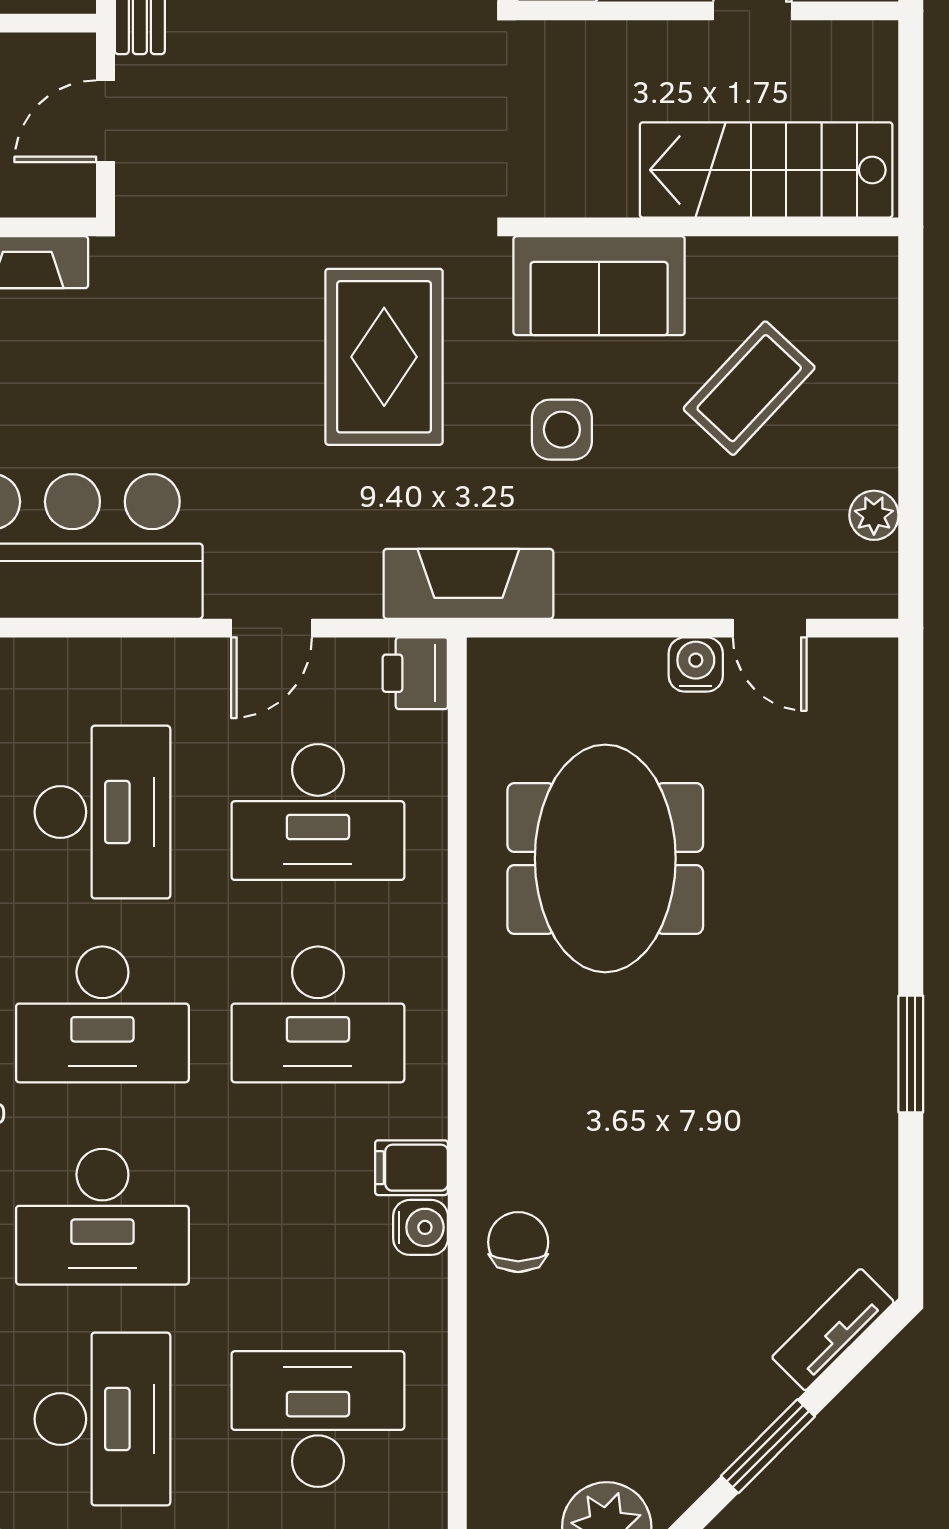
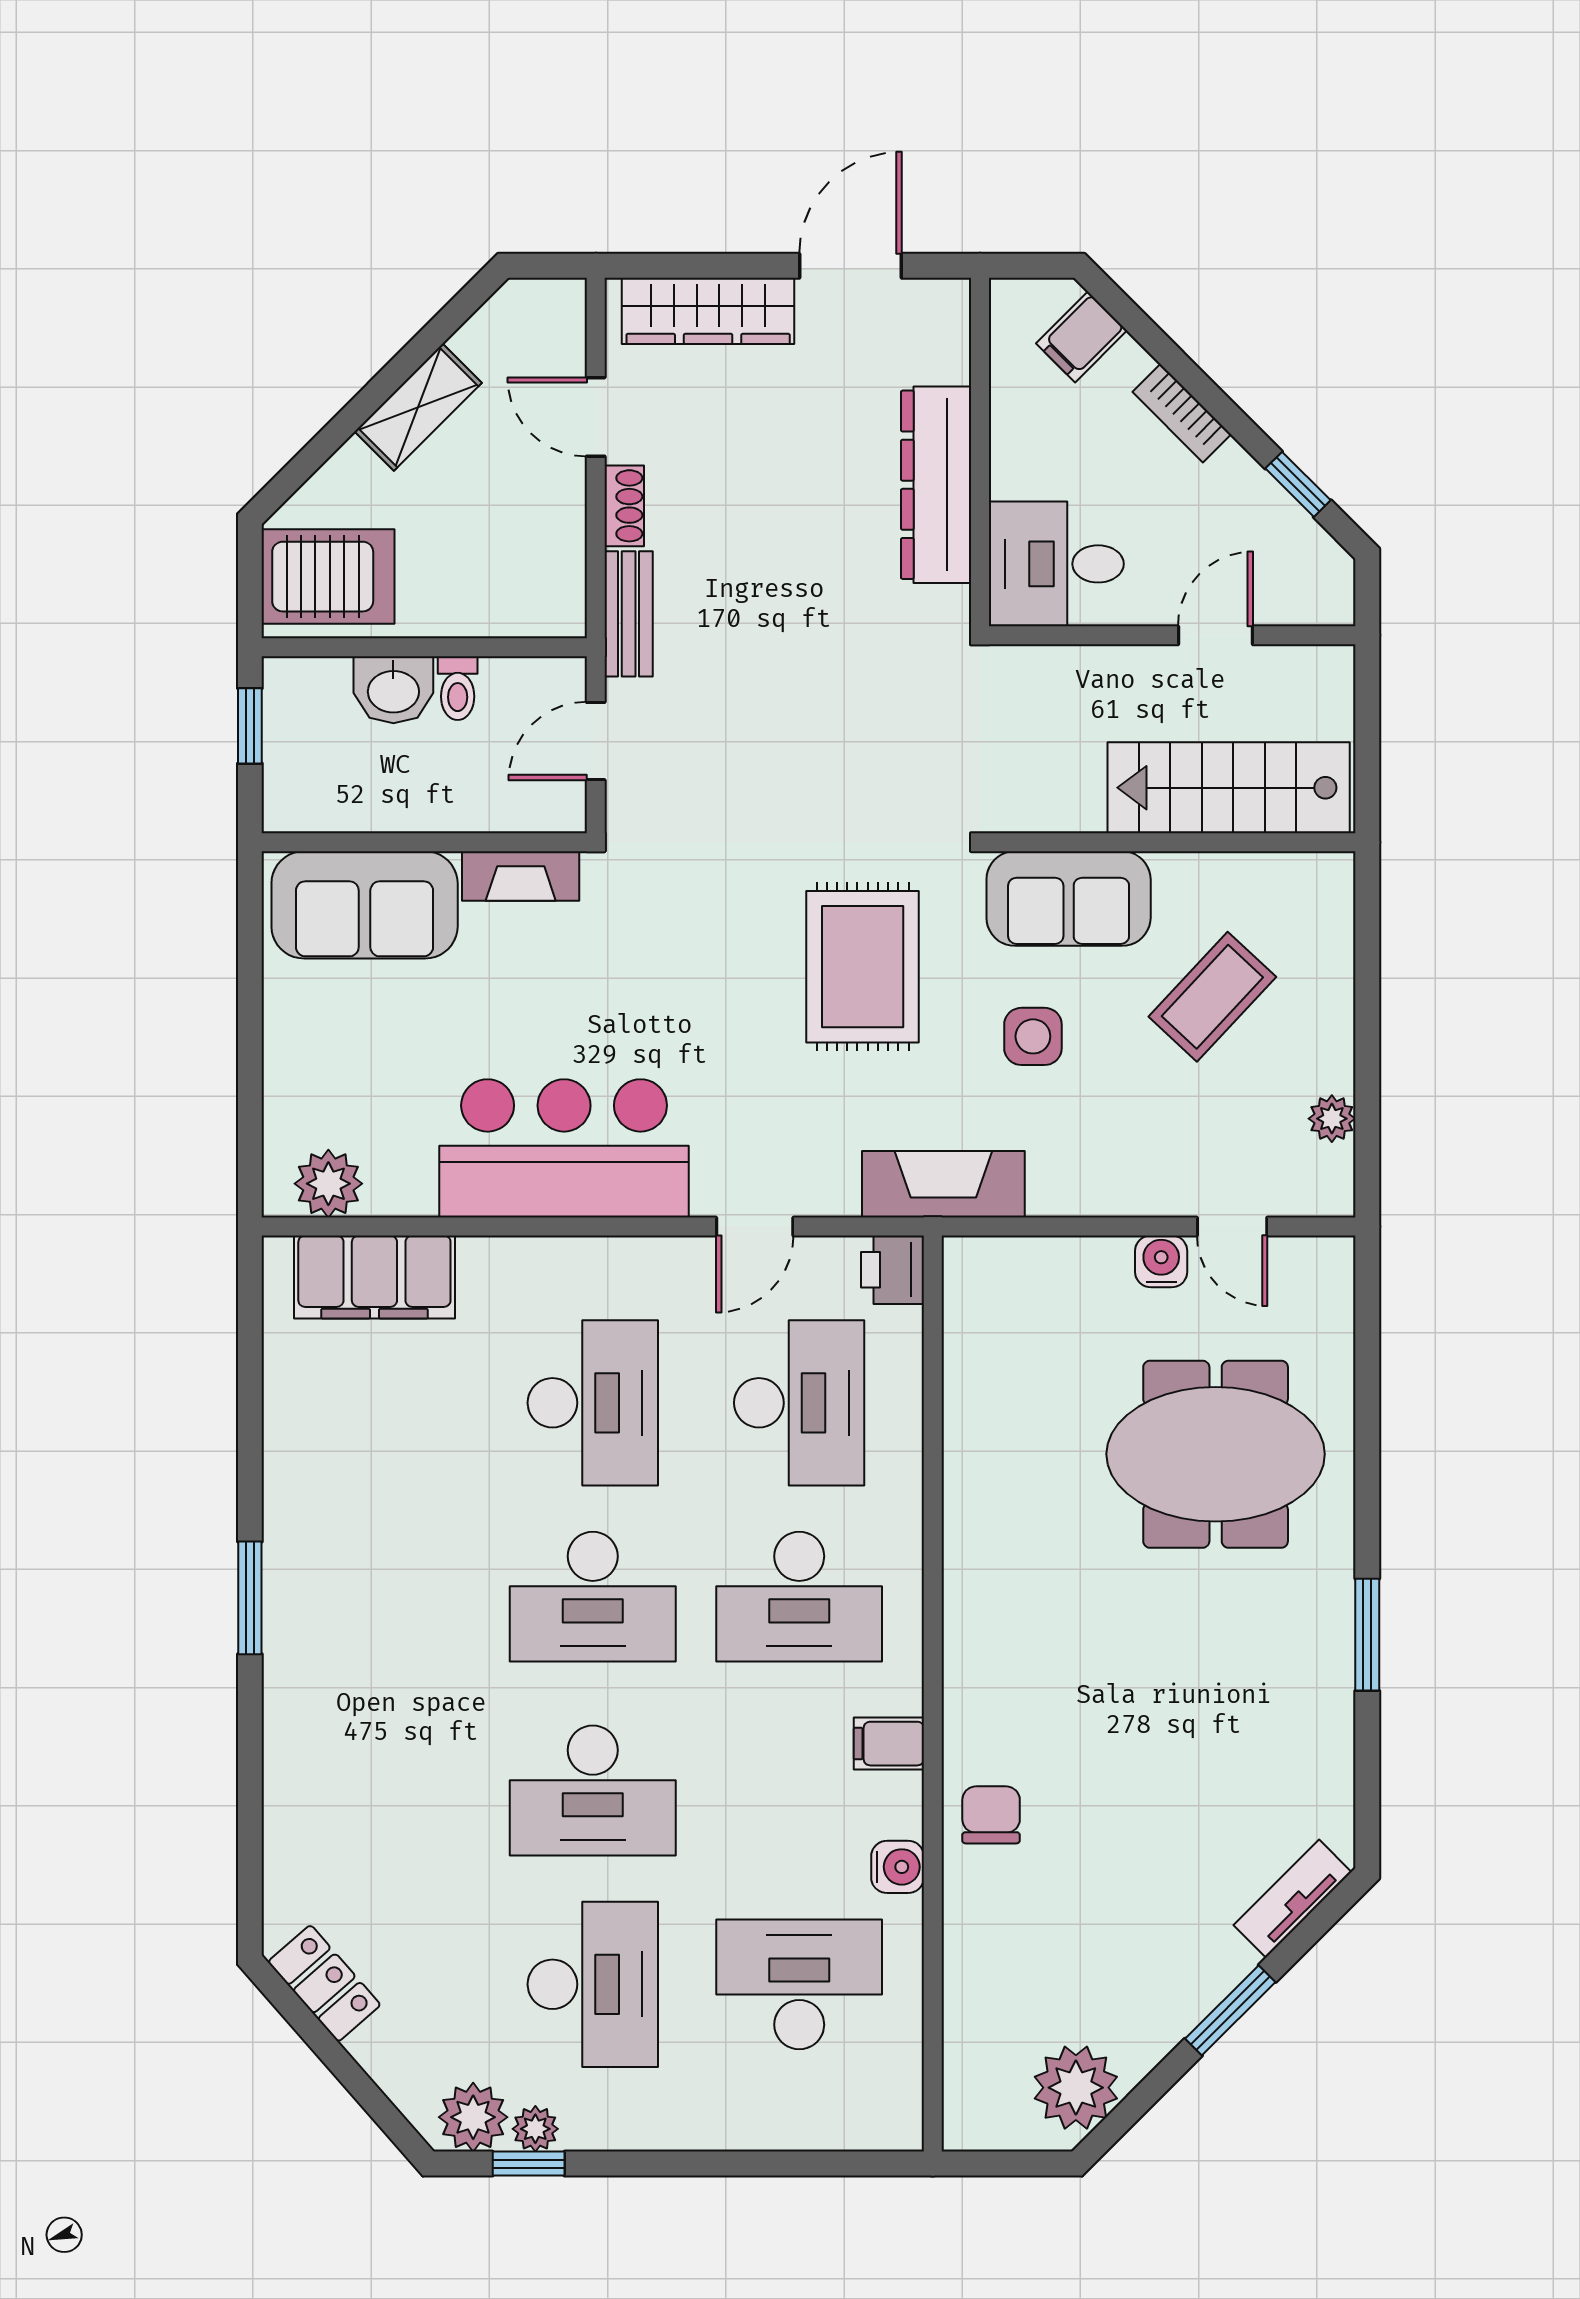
desk: (318, 812) -> (799, 1403), turned -90
meeting table: (605, 858) -> (1216, 1454), moved, turned 90
water cooler: (421, 1227) -> (898, 1867), moved

